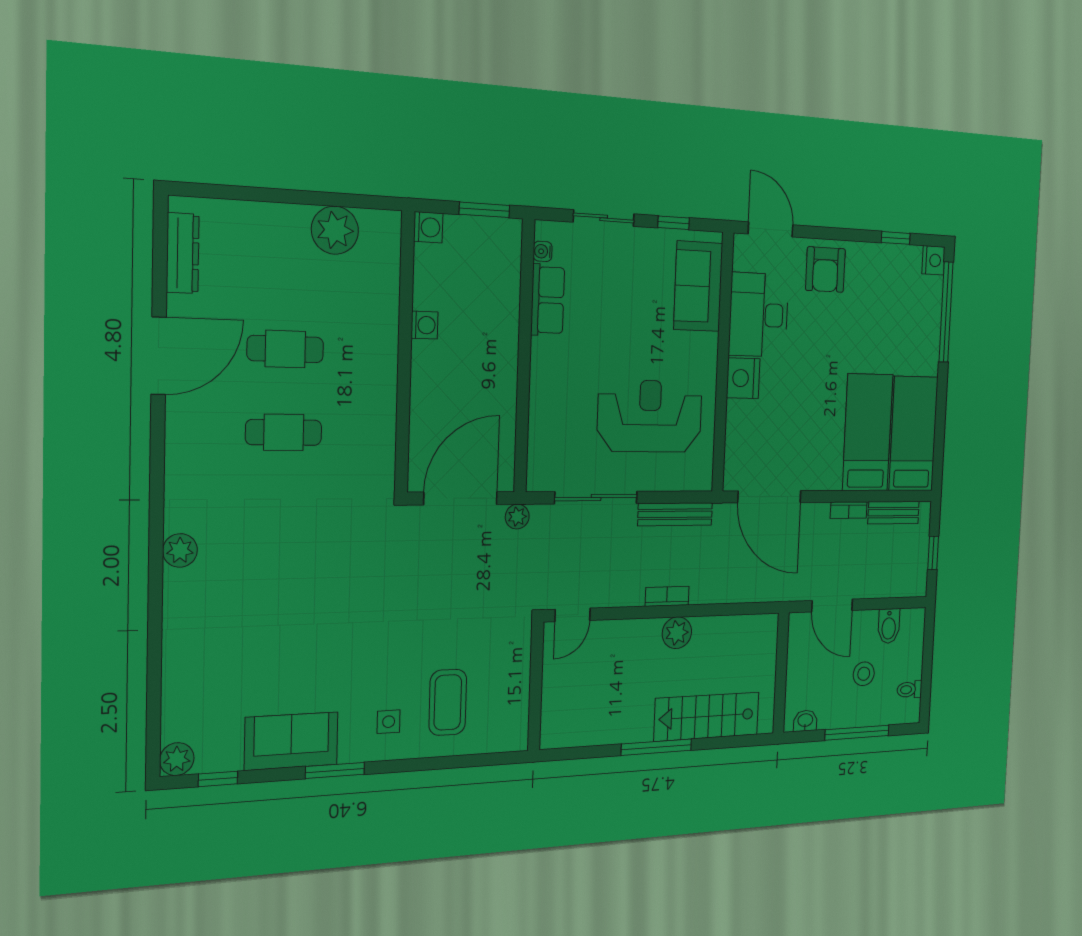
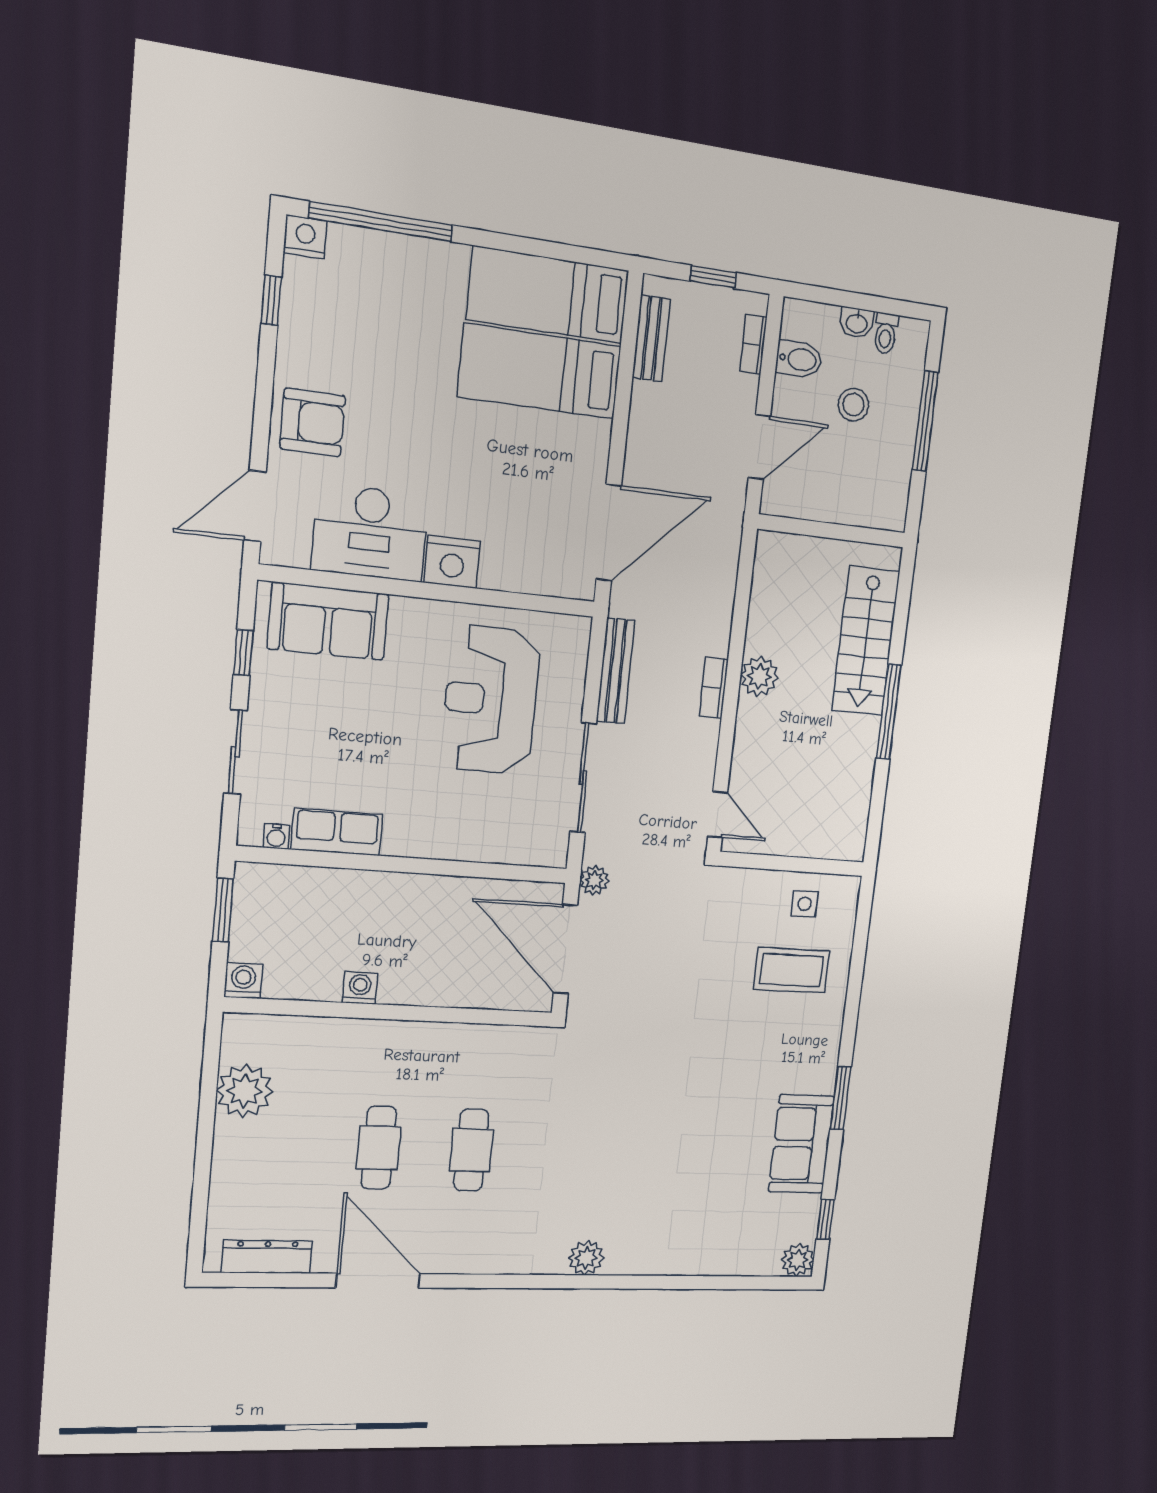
bookcase: (849, 510) -> (753, 344), moved, turned 180
washbasin: (805, 721) -> (857, 323), moved, turned -90
side table: (389, 722) -> (805, 904), moved

